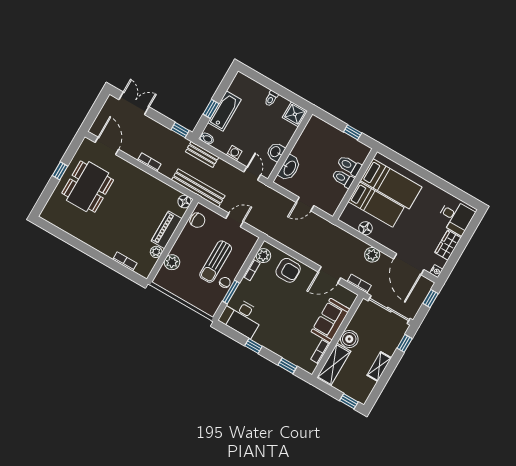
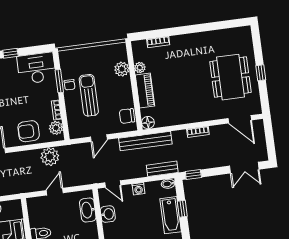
plant: (287, 236) -> (50, 157), added

